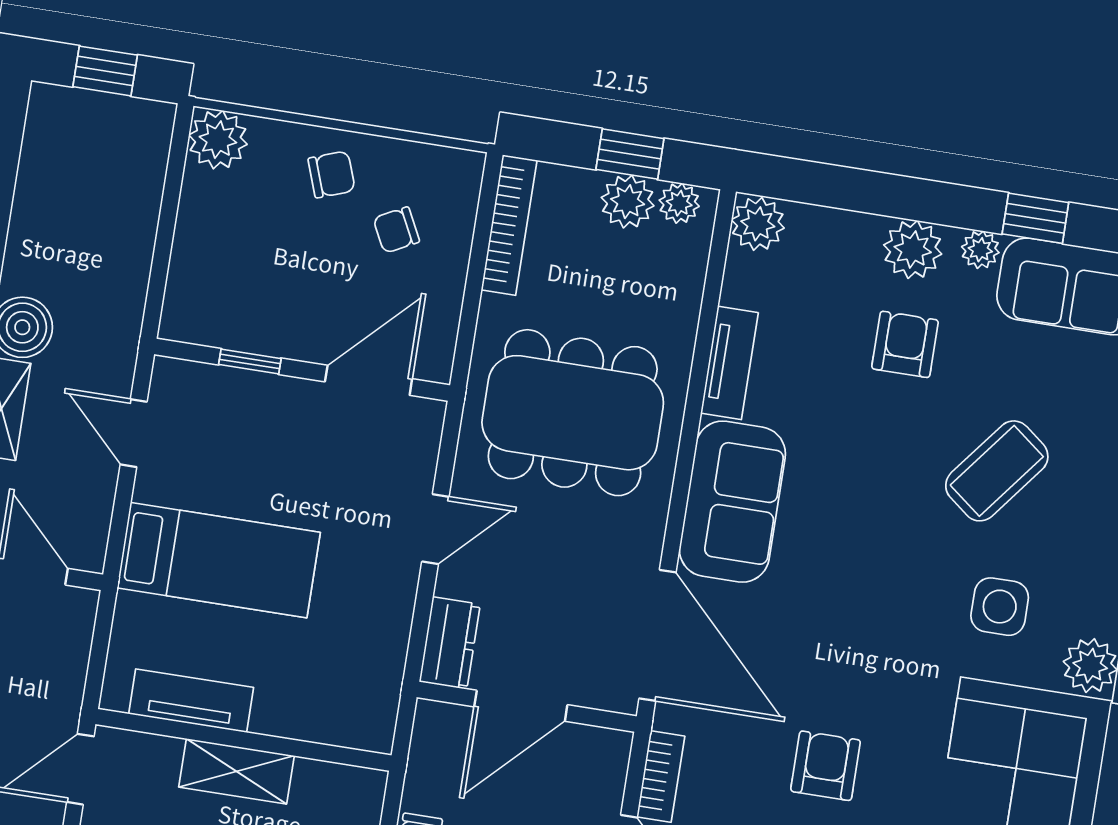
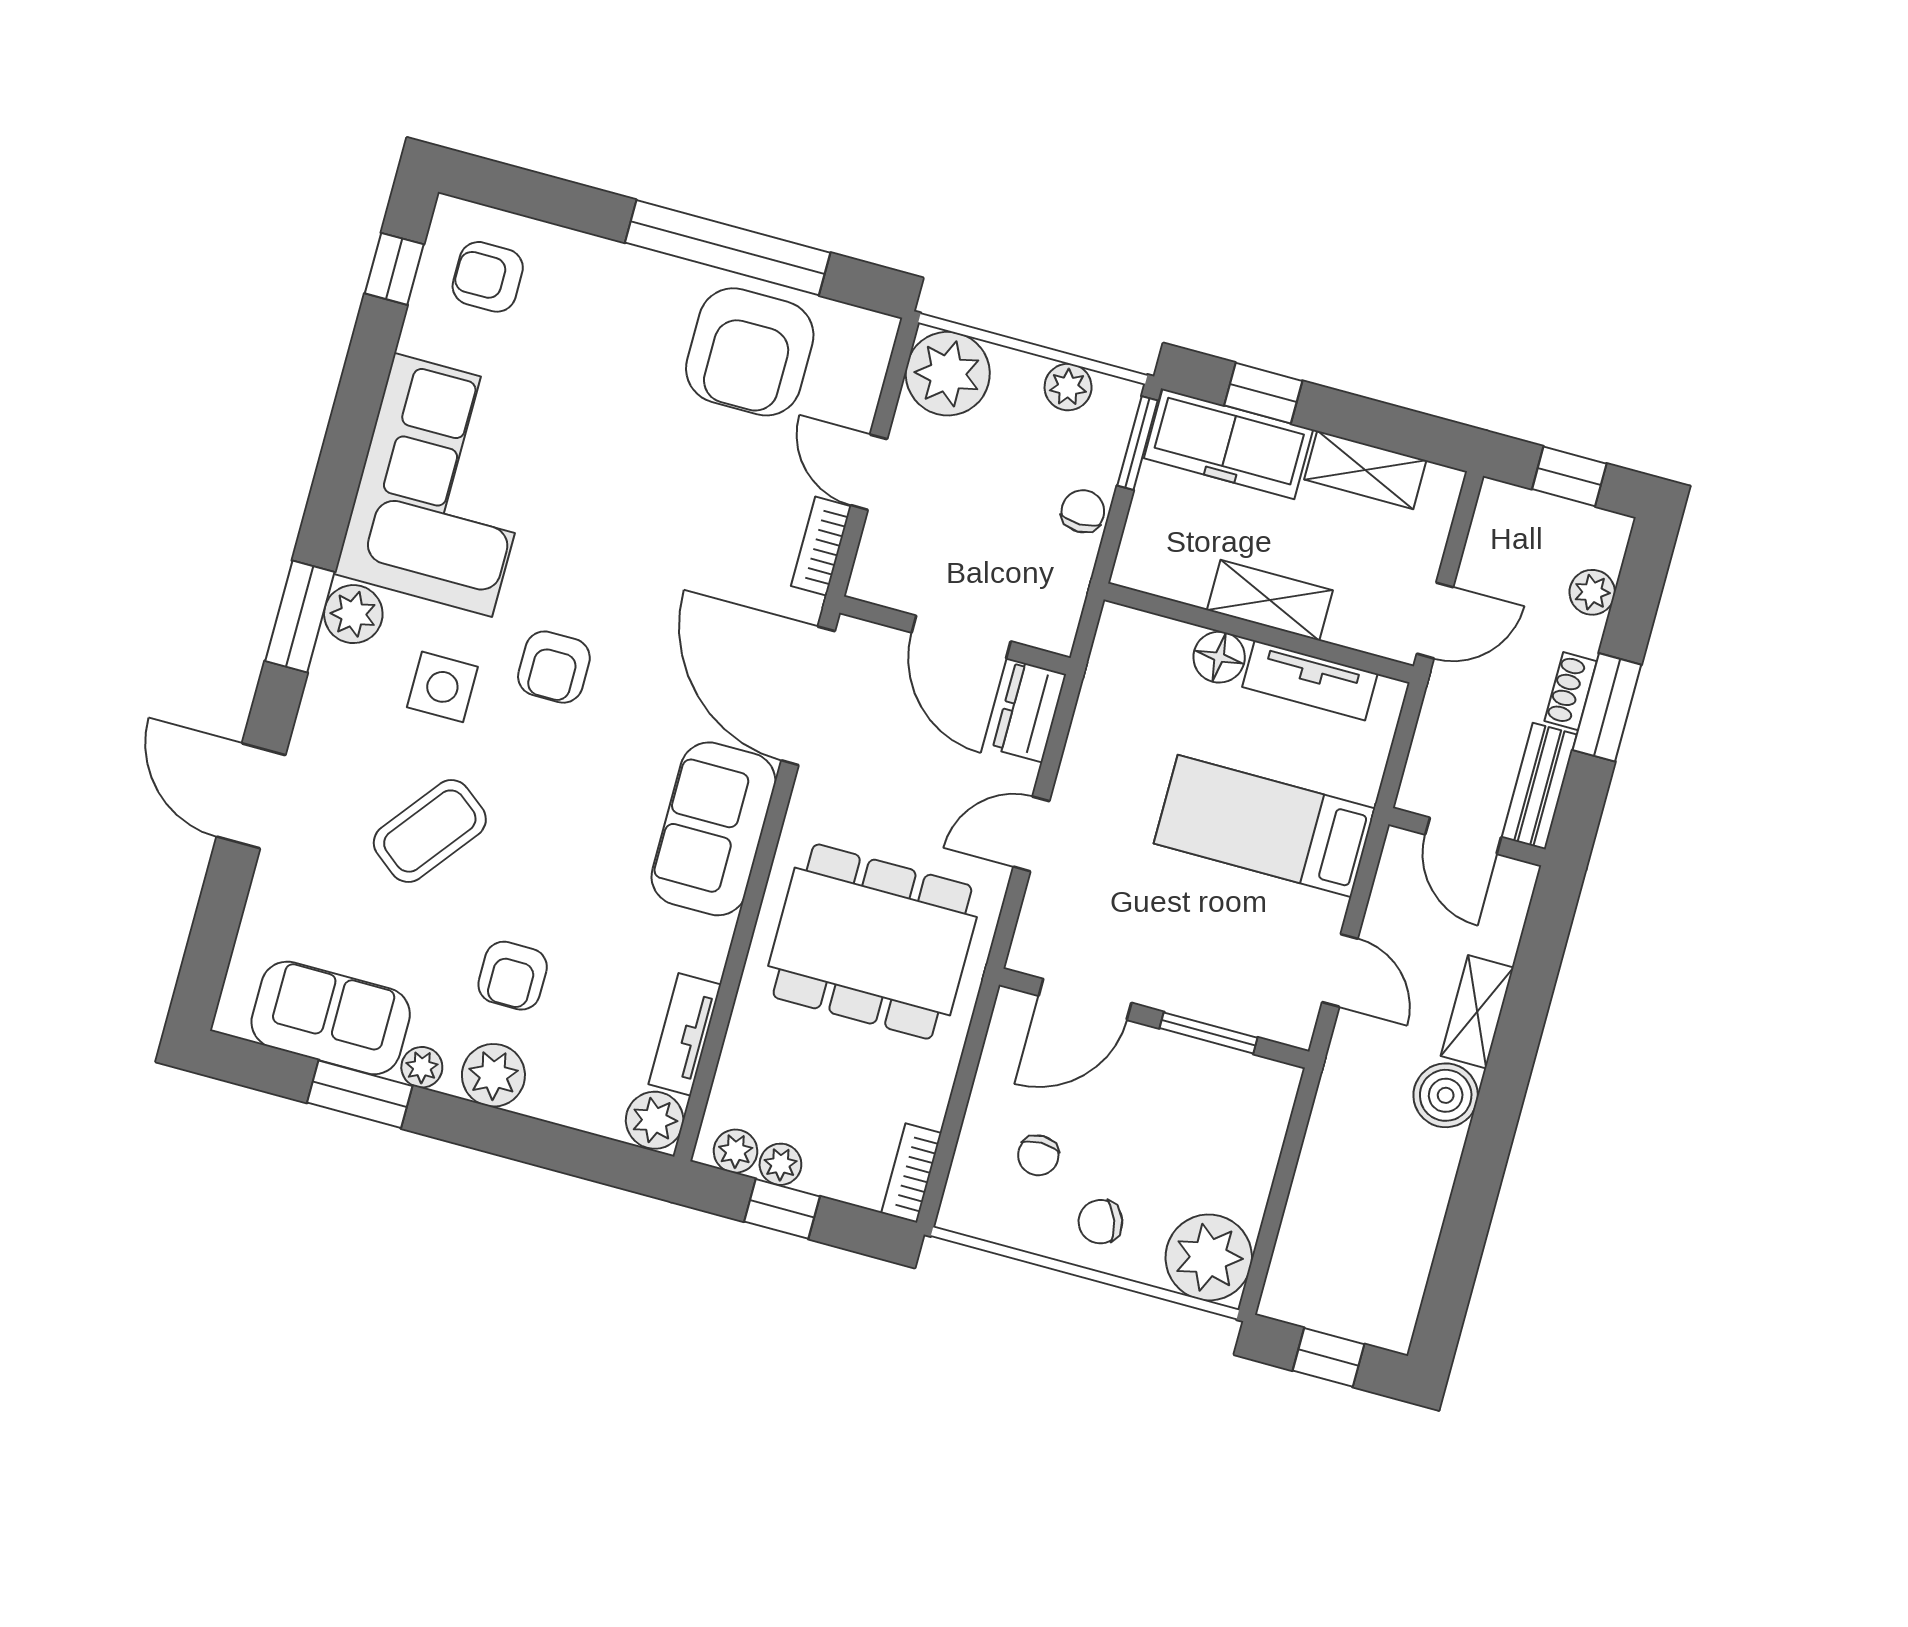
plant: (218, 140) -> (1209, 1257), width x1.36, depth x1.36
plant: (628, 202) -> (780, 1164), width x0.73, depth x0.73
window: (1035, 218) -> (360, 1094), width x1.50
bookcase: (509, 225) -> (911, 1173), width x0.64
chair: (396, 230) -> (1038, 1155), turned 117
window: (250, 361) -> (1209, 1033), width x1.50
tv unit: (729, 363) -> (685, 1034), moved
door: (521, 706) -> (961, 637), swing flipped
floor lamp: (278, 713) -> (1219, 657), added
armchair: (826, 766) -> (554, 667), moved

